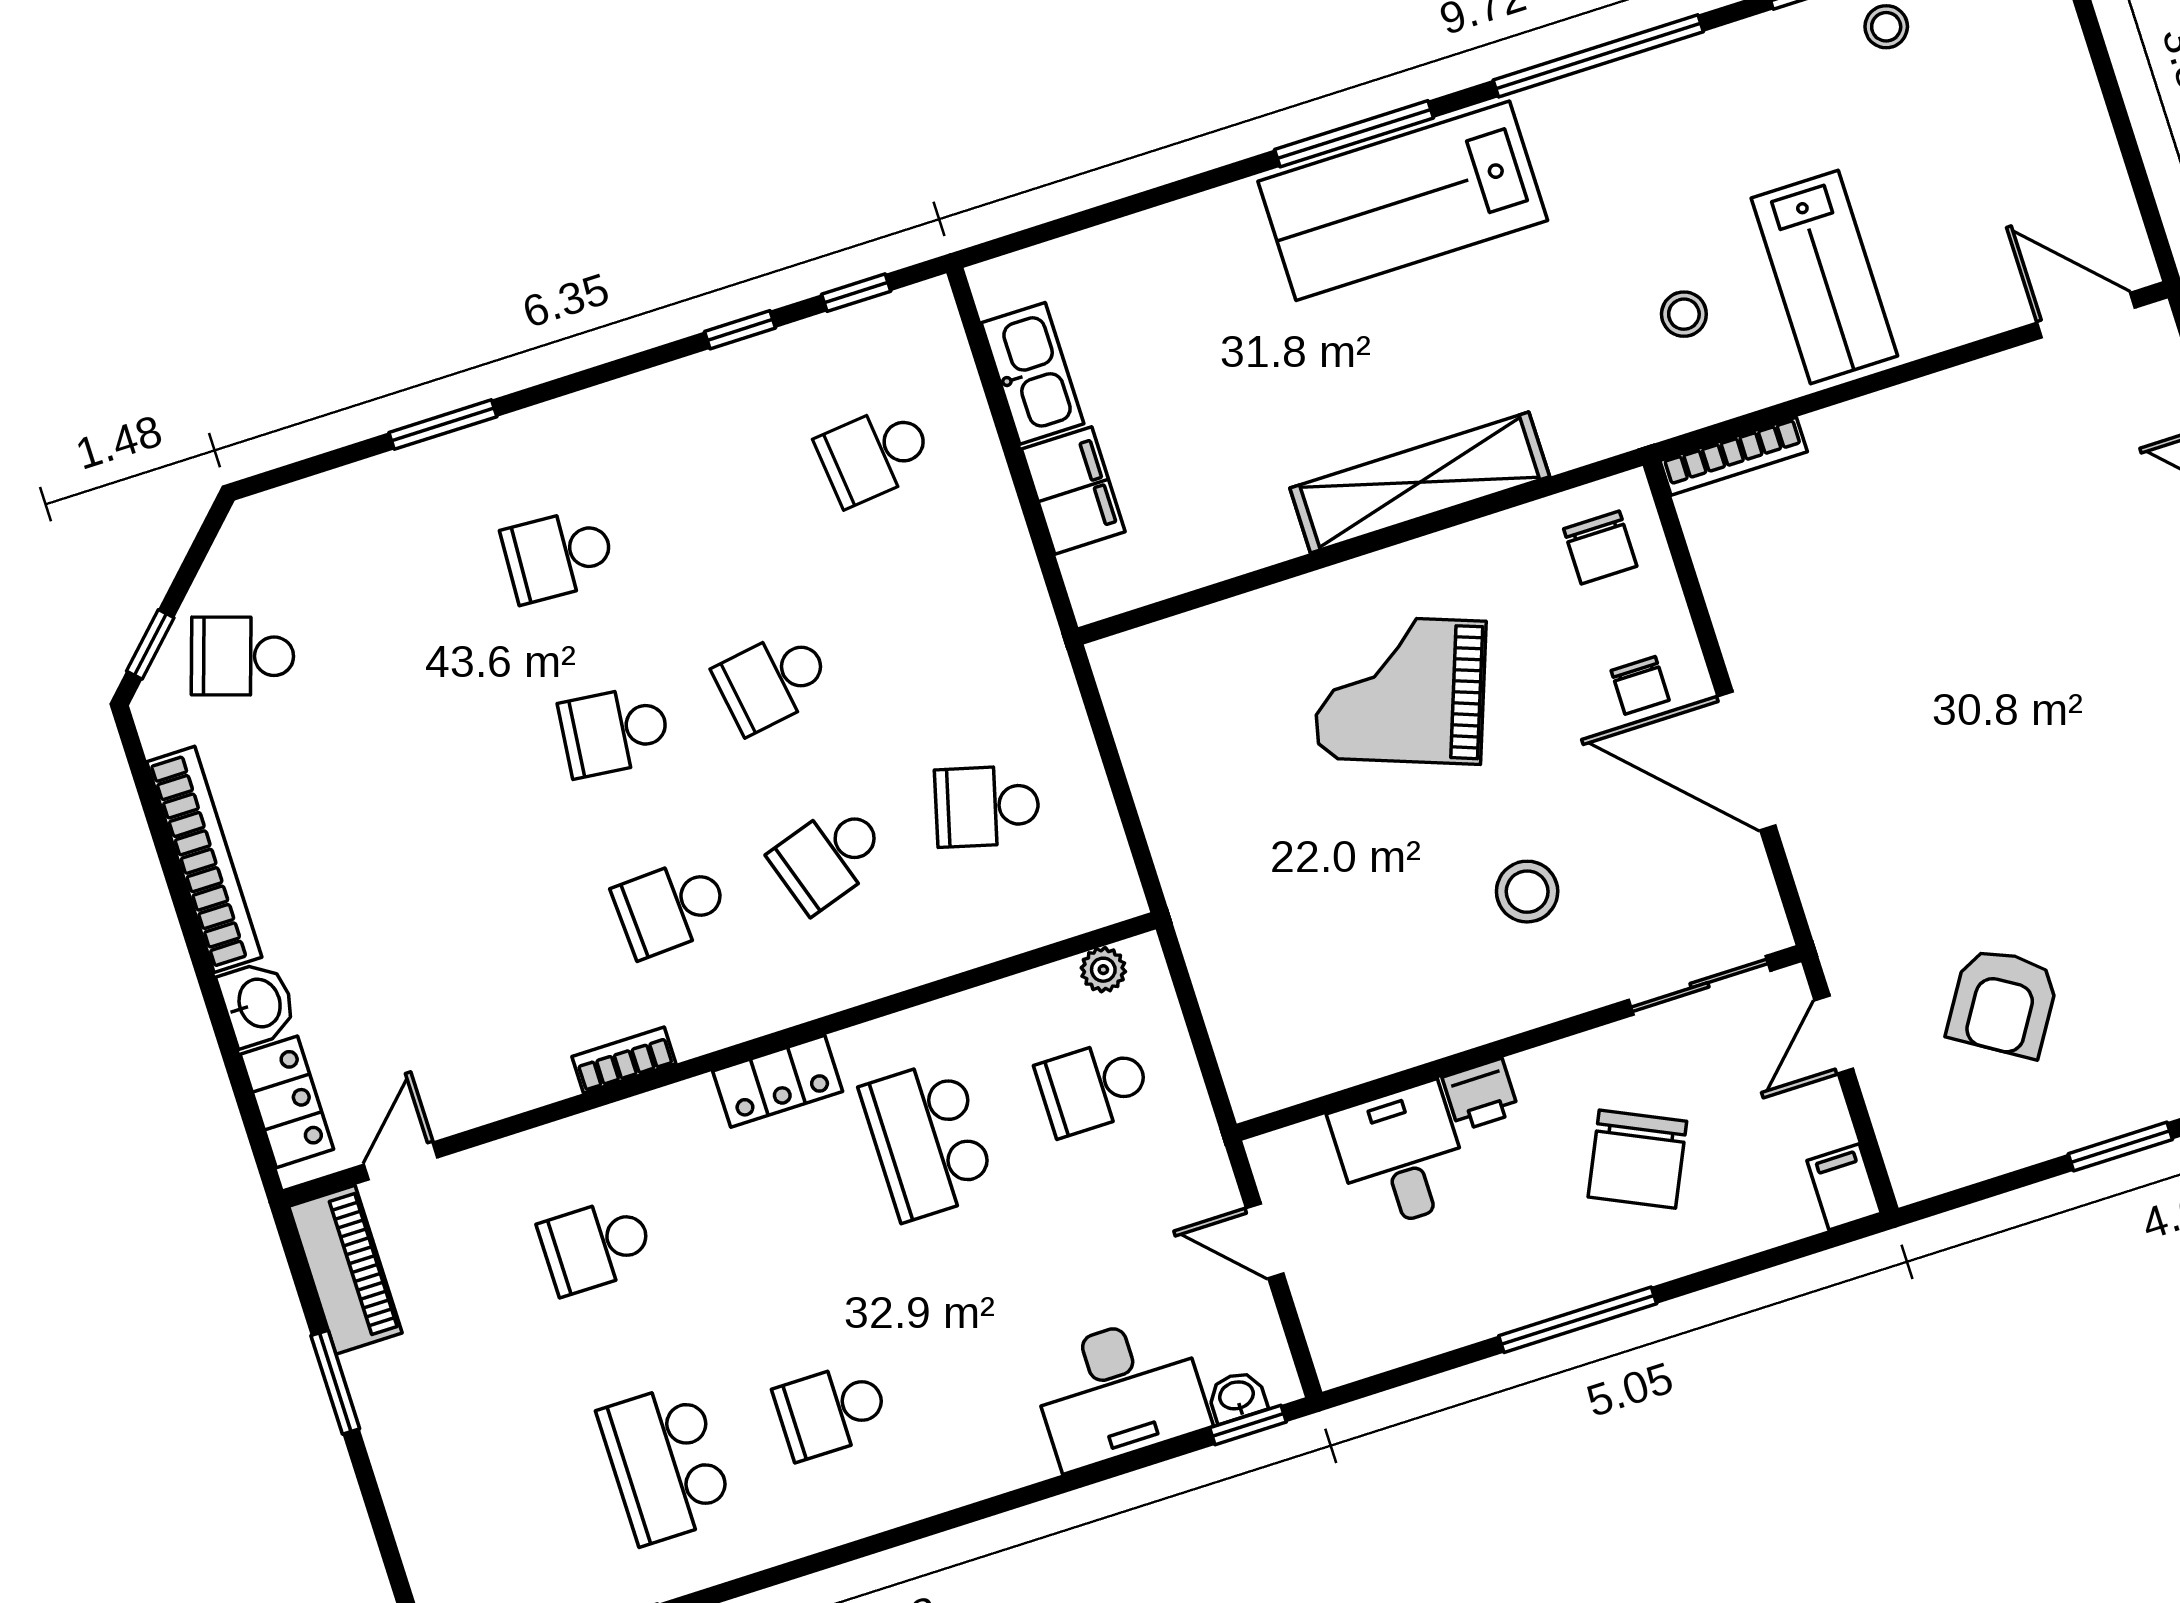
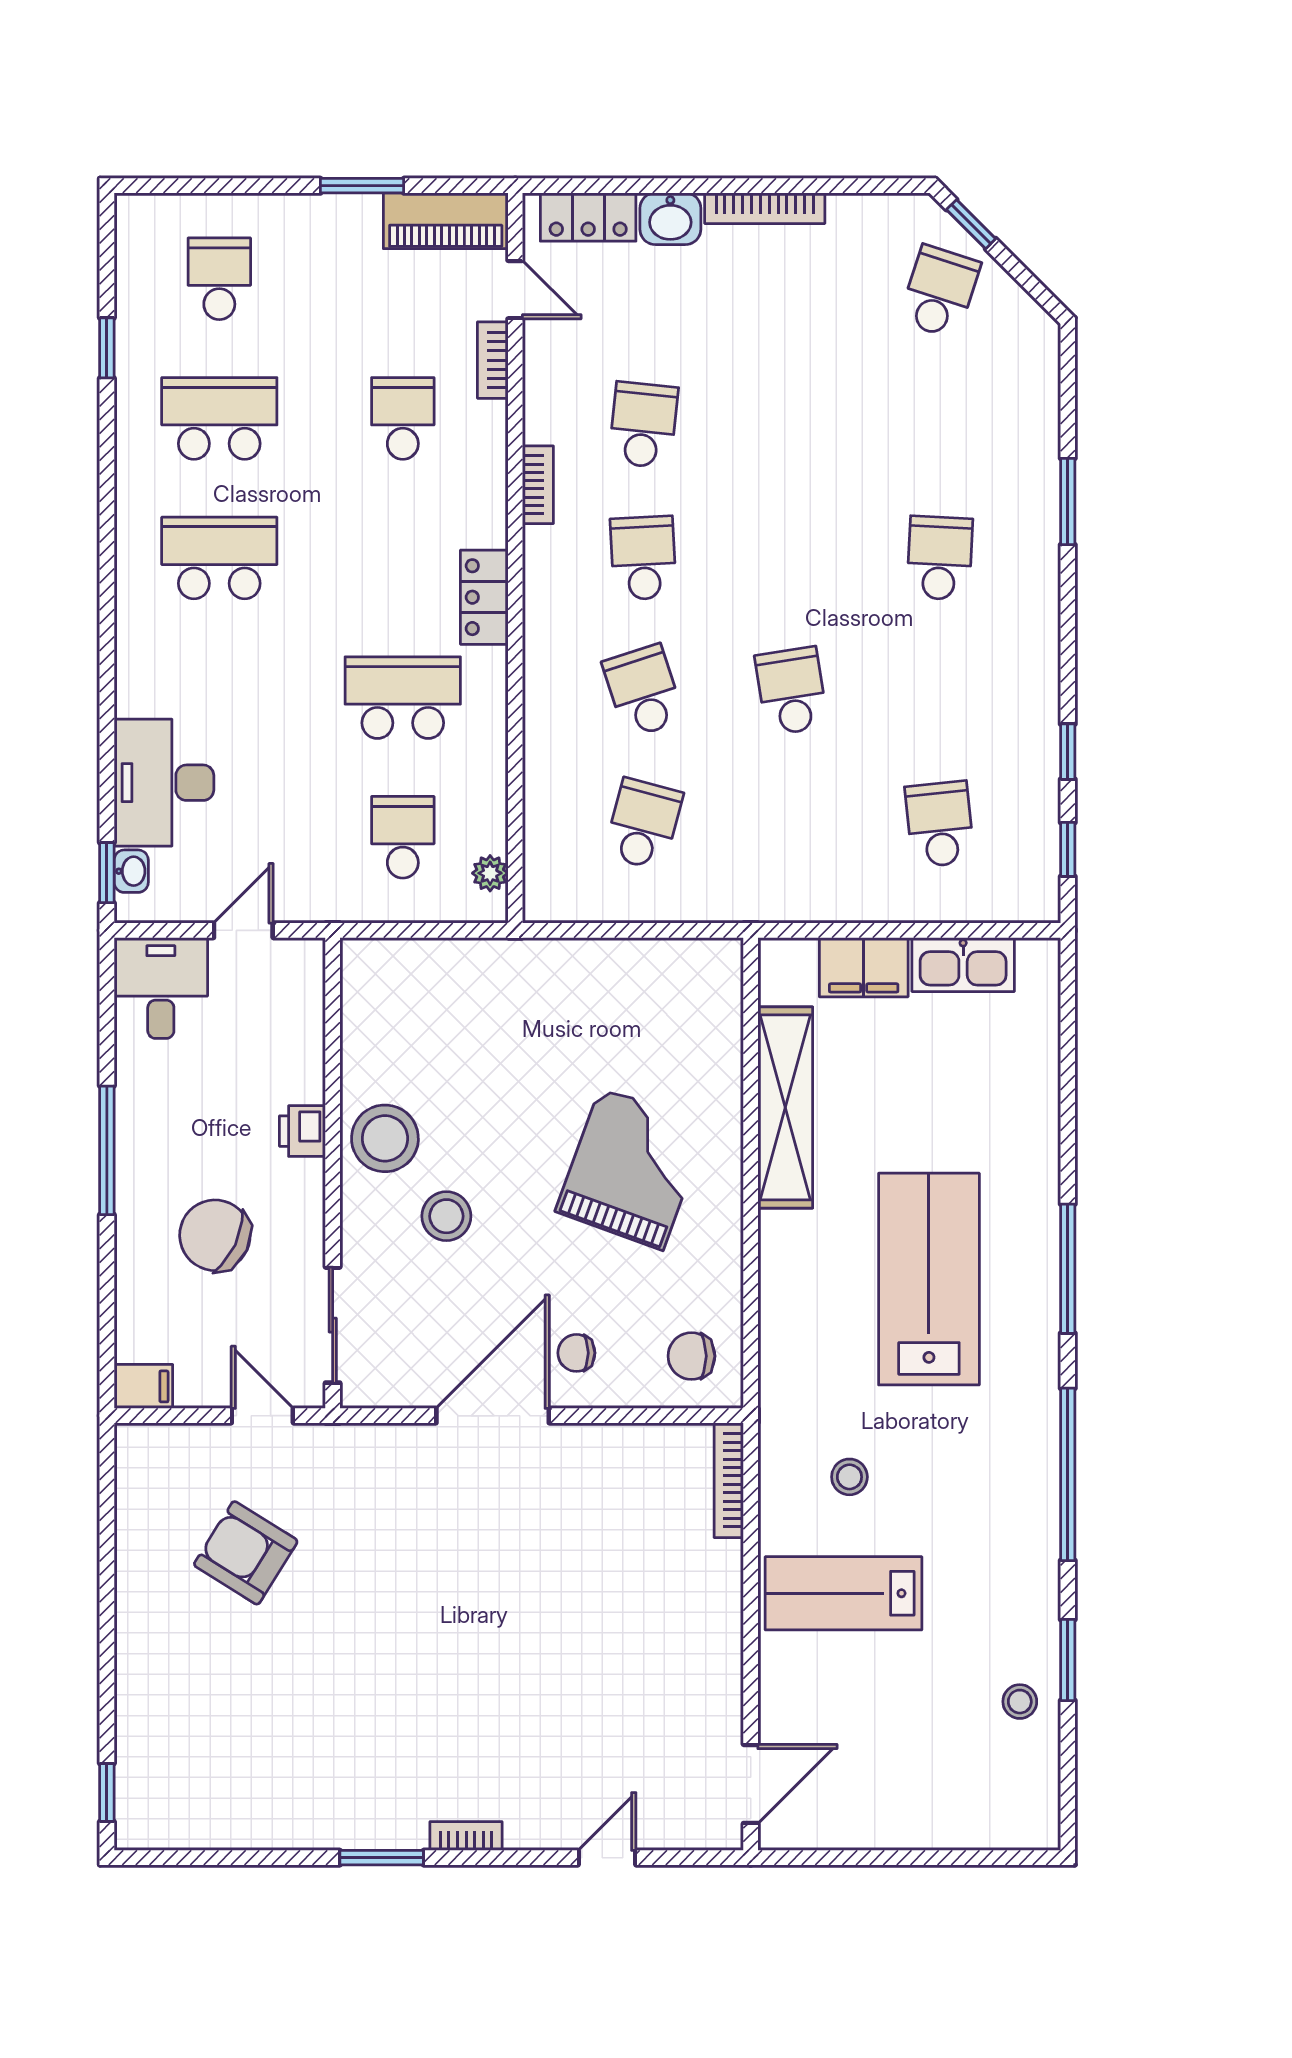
lab bench: (1403, 201) -> (929, 1279), moved
shelving: (1420, 482) -> (785, 1107), moved
school desk: (615, 731) -> (643, 425), moved
bookcase: (204, 859) -> (765, 208), width x0.68, depth x0.76
stool: (1458, 994) -> (385, 1138), added
window: (2120, 1147) -> (107, 1607), removed
desk: (1401, 1156) -> (161, 988), moved, turned -90
bookcase: (493, 1161) -> (493, 360), added
school desk: (832, 1411) -> (219, 558), width x1.85
school desk: (500, 1516) -> (219, 279), added

